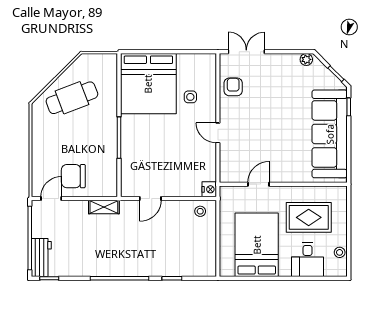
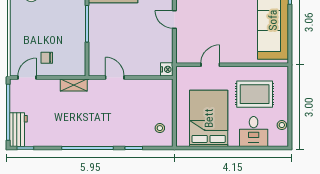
chair: (73, 176) -> (47, 58), width x0.54, depth x0.54
door: (150, 199) -> (115, 78), swing flipped
stool: (200, 211) -> (160, 128), moved

